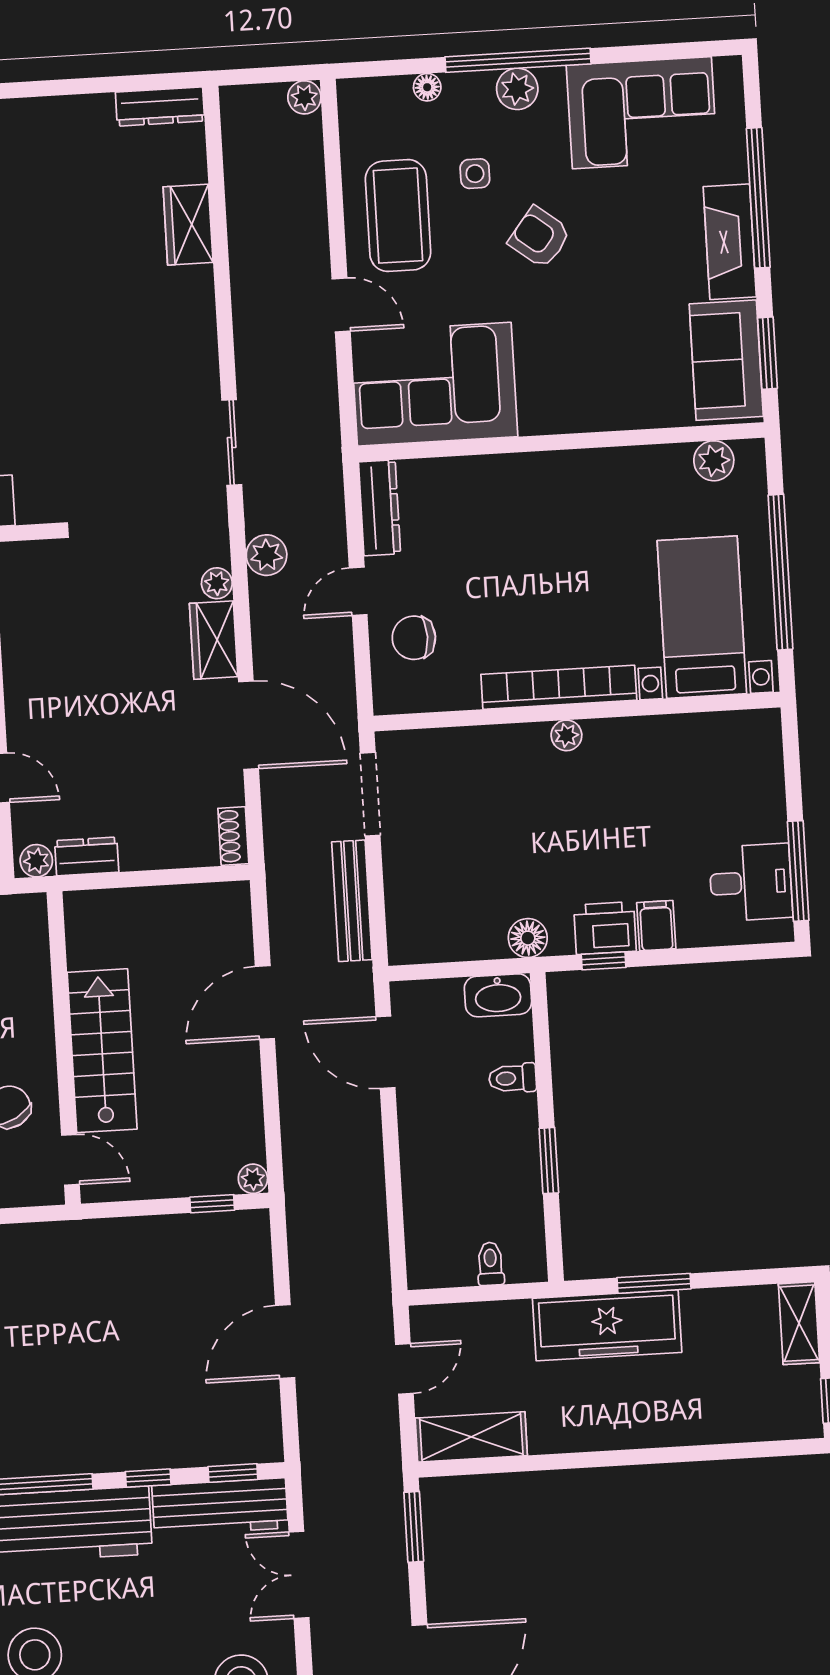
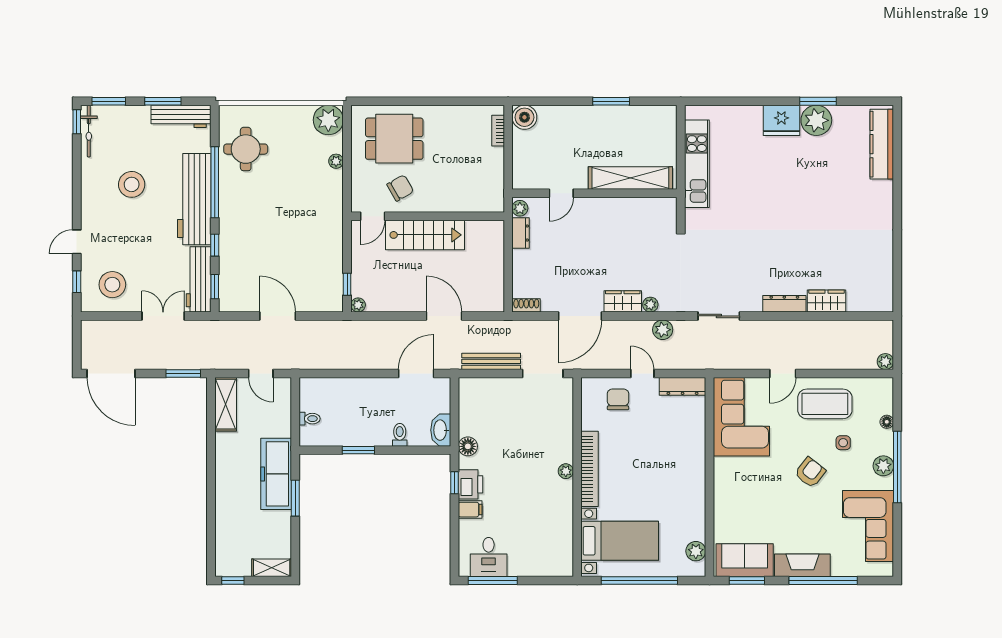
dresser: (160, 107) -> (784, 304), moved, turned 90

